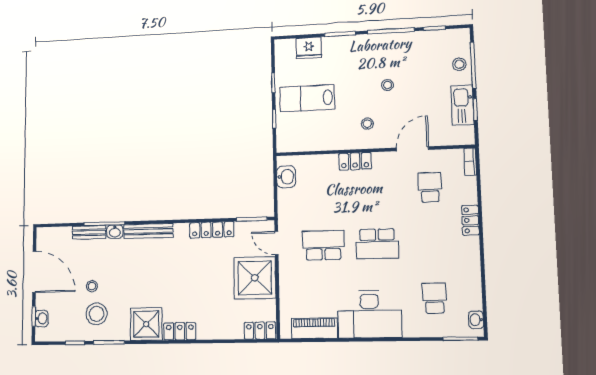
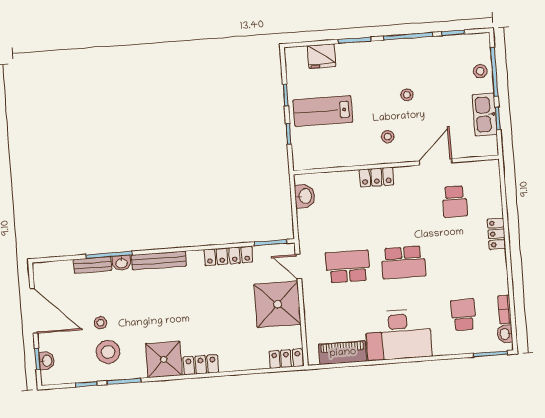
bookcase: (470, 162) -> (505, 309), moved
school desk: (430, 187) -> (455, 202), turned 180

